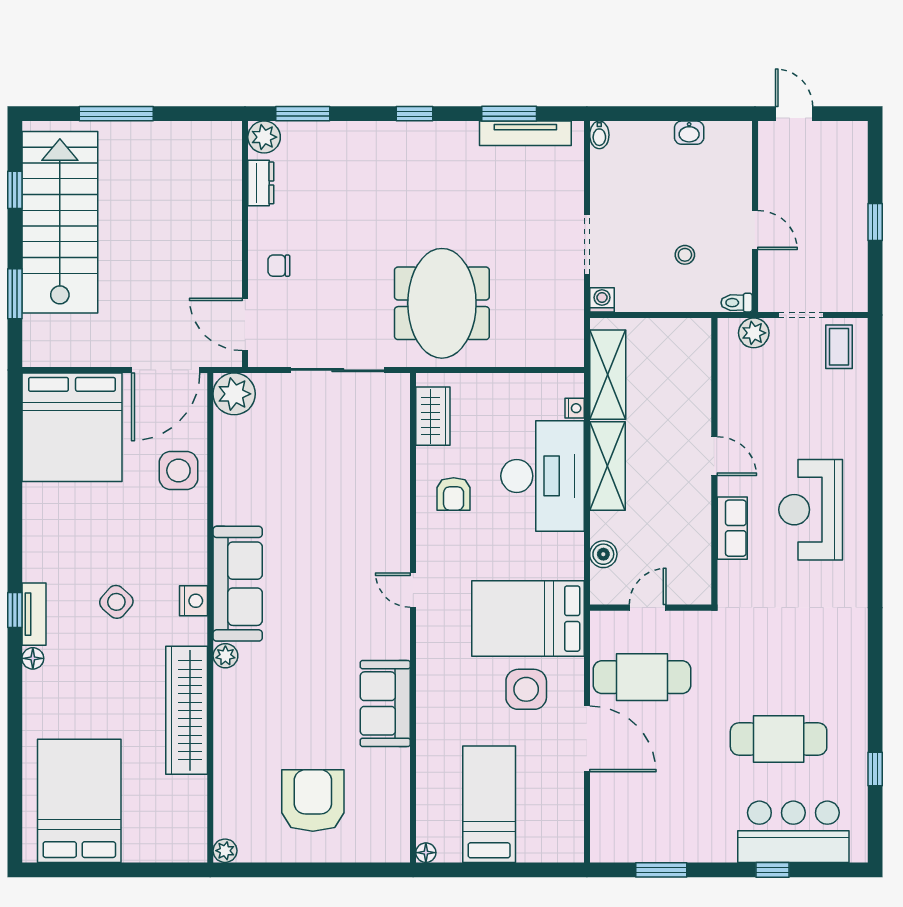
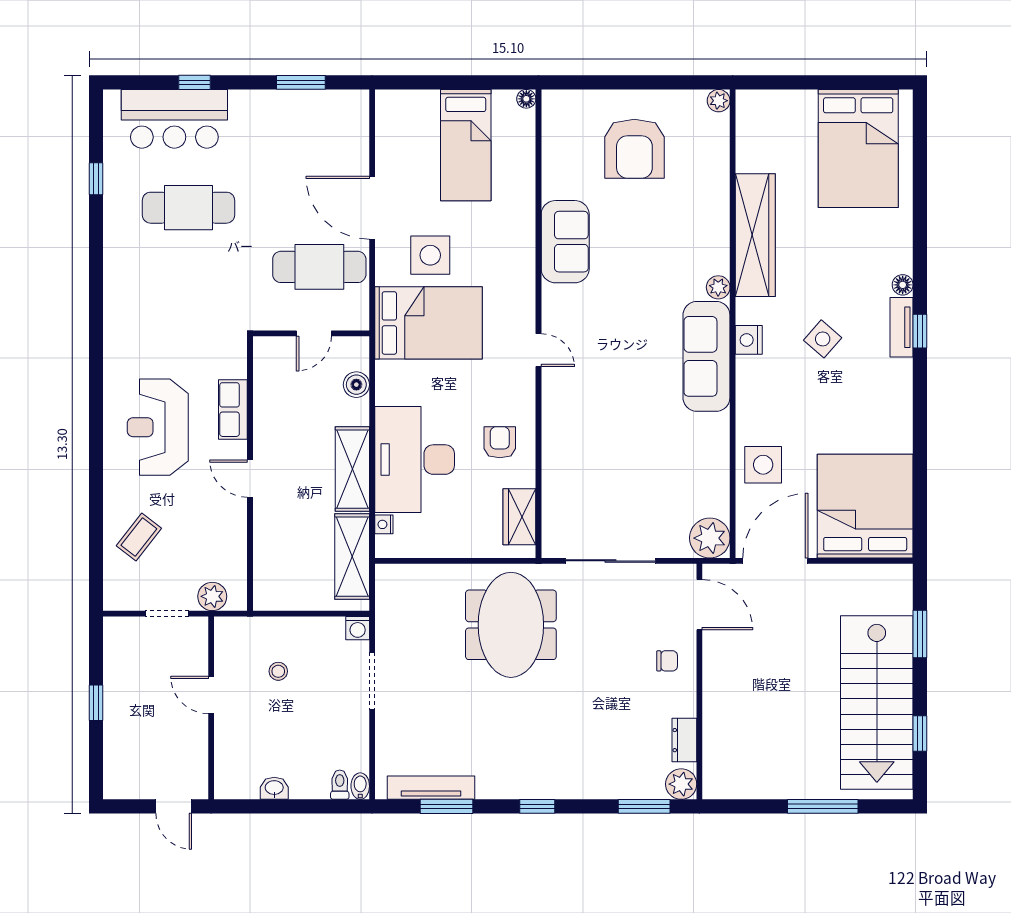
toilet: (737, 303) -> (340, 785), moved, turned -90
coffee table: (839, 347) -> (139, 537), moved, turned 38
reception desk: (811, 510) -> (158, 427), turned 180

